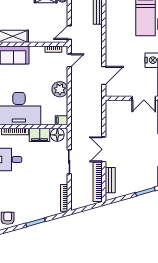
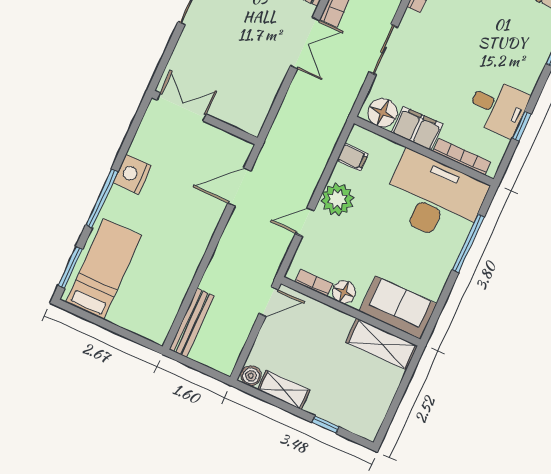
floor lamp: (39, 51) -> (344, 292), added
door: (69, 60) -> (305, 222), moved
filing cabinet: (61, 120) -> (353, 157), moved

